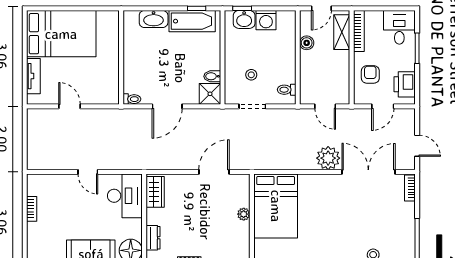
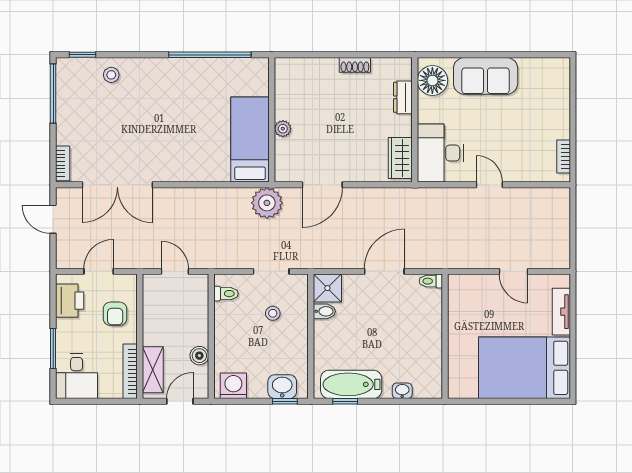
washbasin: (154, 19) -> (402, 391), width x0.52, depth x0.69
washing machine: (266, 20) -> (233, 386), moved
plant: (328, 158) -> (267, 203), moved
bed: (276, 206) -> (250, 140), width x0.67
bookcase: (32, 209) -> (564, 156), moved

